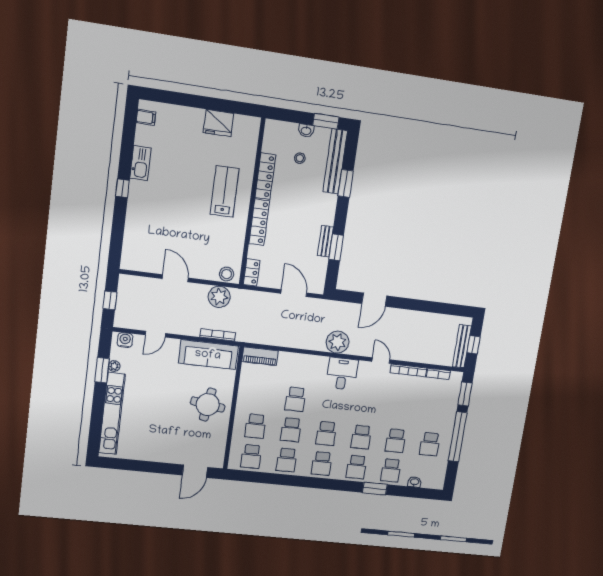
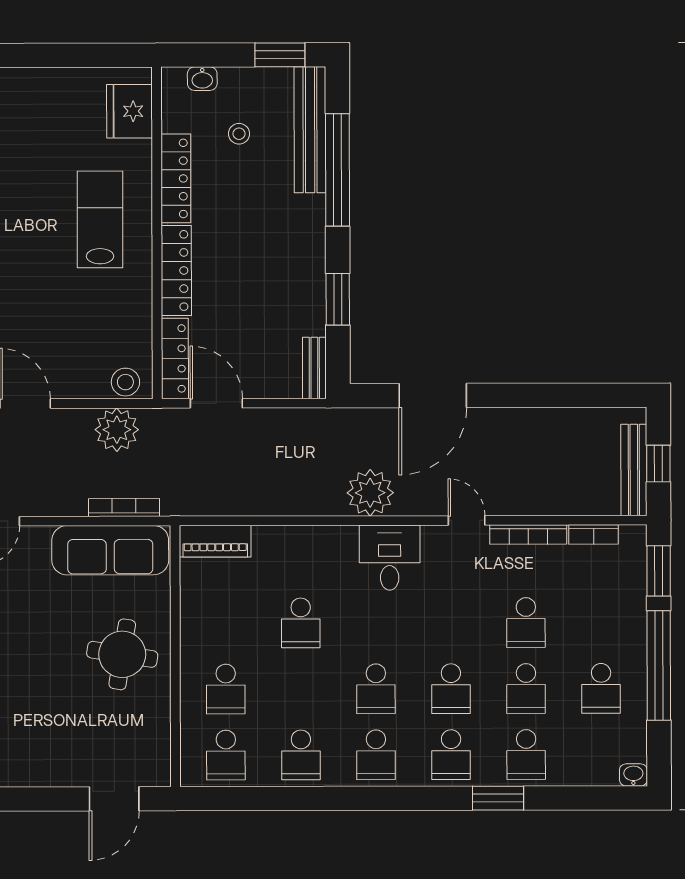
fridge: (218, 123) -> (130, 111), moved, turned 90
washbasin: (306, 131) -> (202, 79), moved
window: (346, 183) -> (338, 170), width x2.11
bench: (325, 241) -> (314, 368), moved
locker: (252, 272) -> (175, 358), width x1.53
door: (294, 293) -> (216, 403), moved
door: (374, 300) -> (433, 396), width x1.36
school desk: (291, 430) -> (526, 622), moved
washbasin: (414, 482) -> (633, 775), moved

